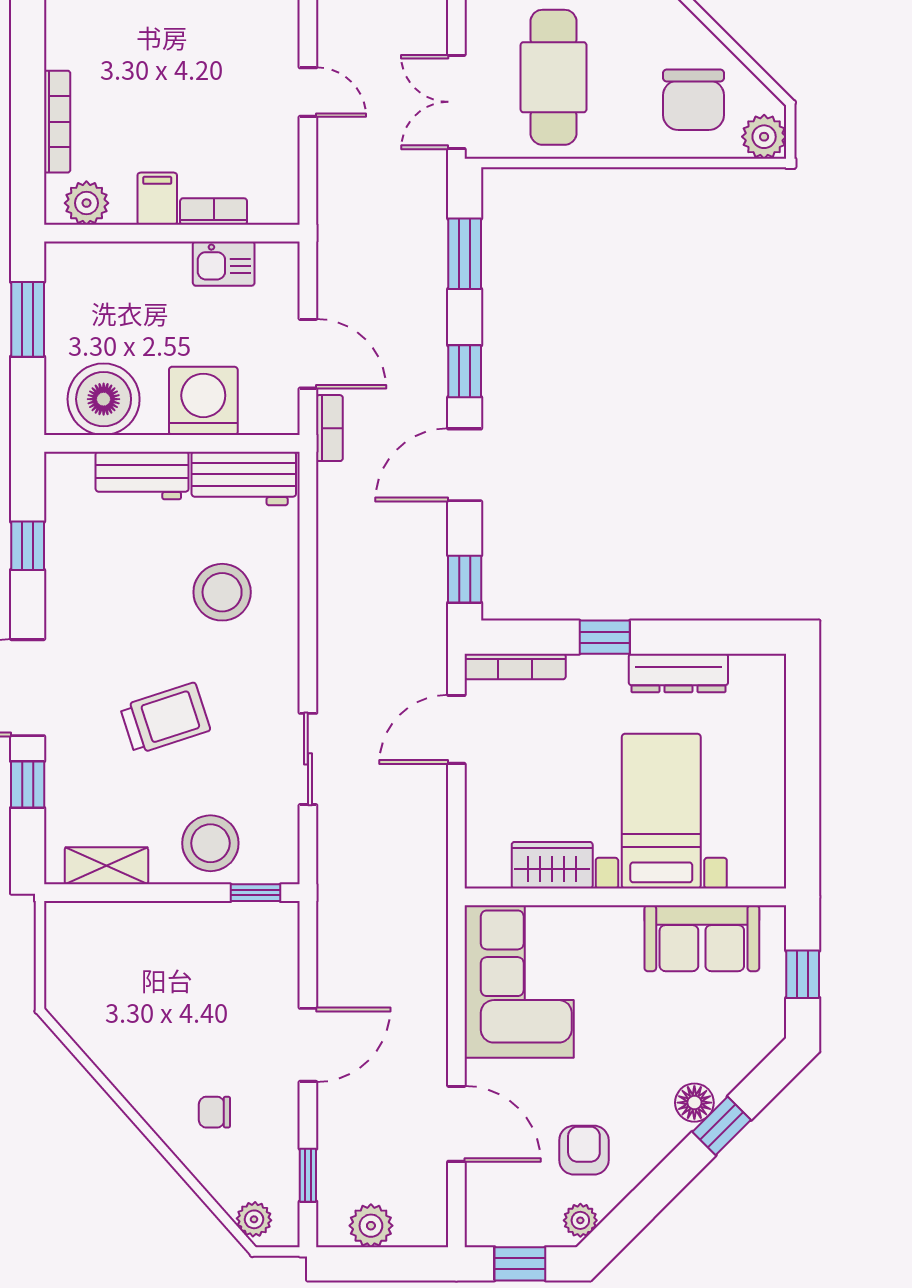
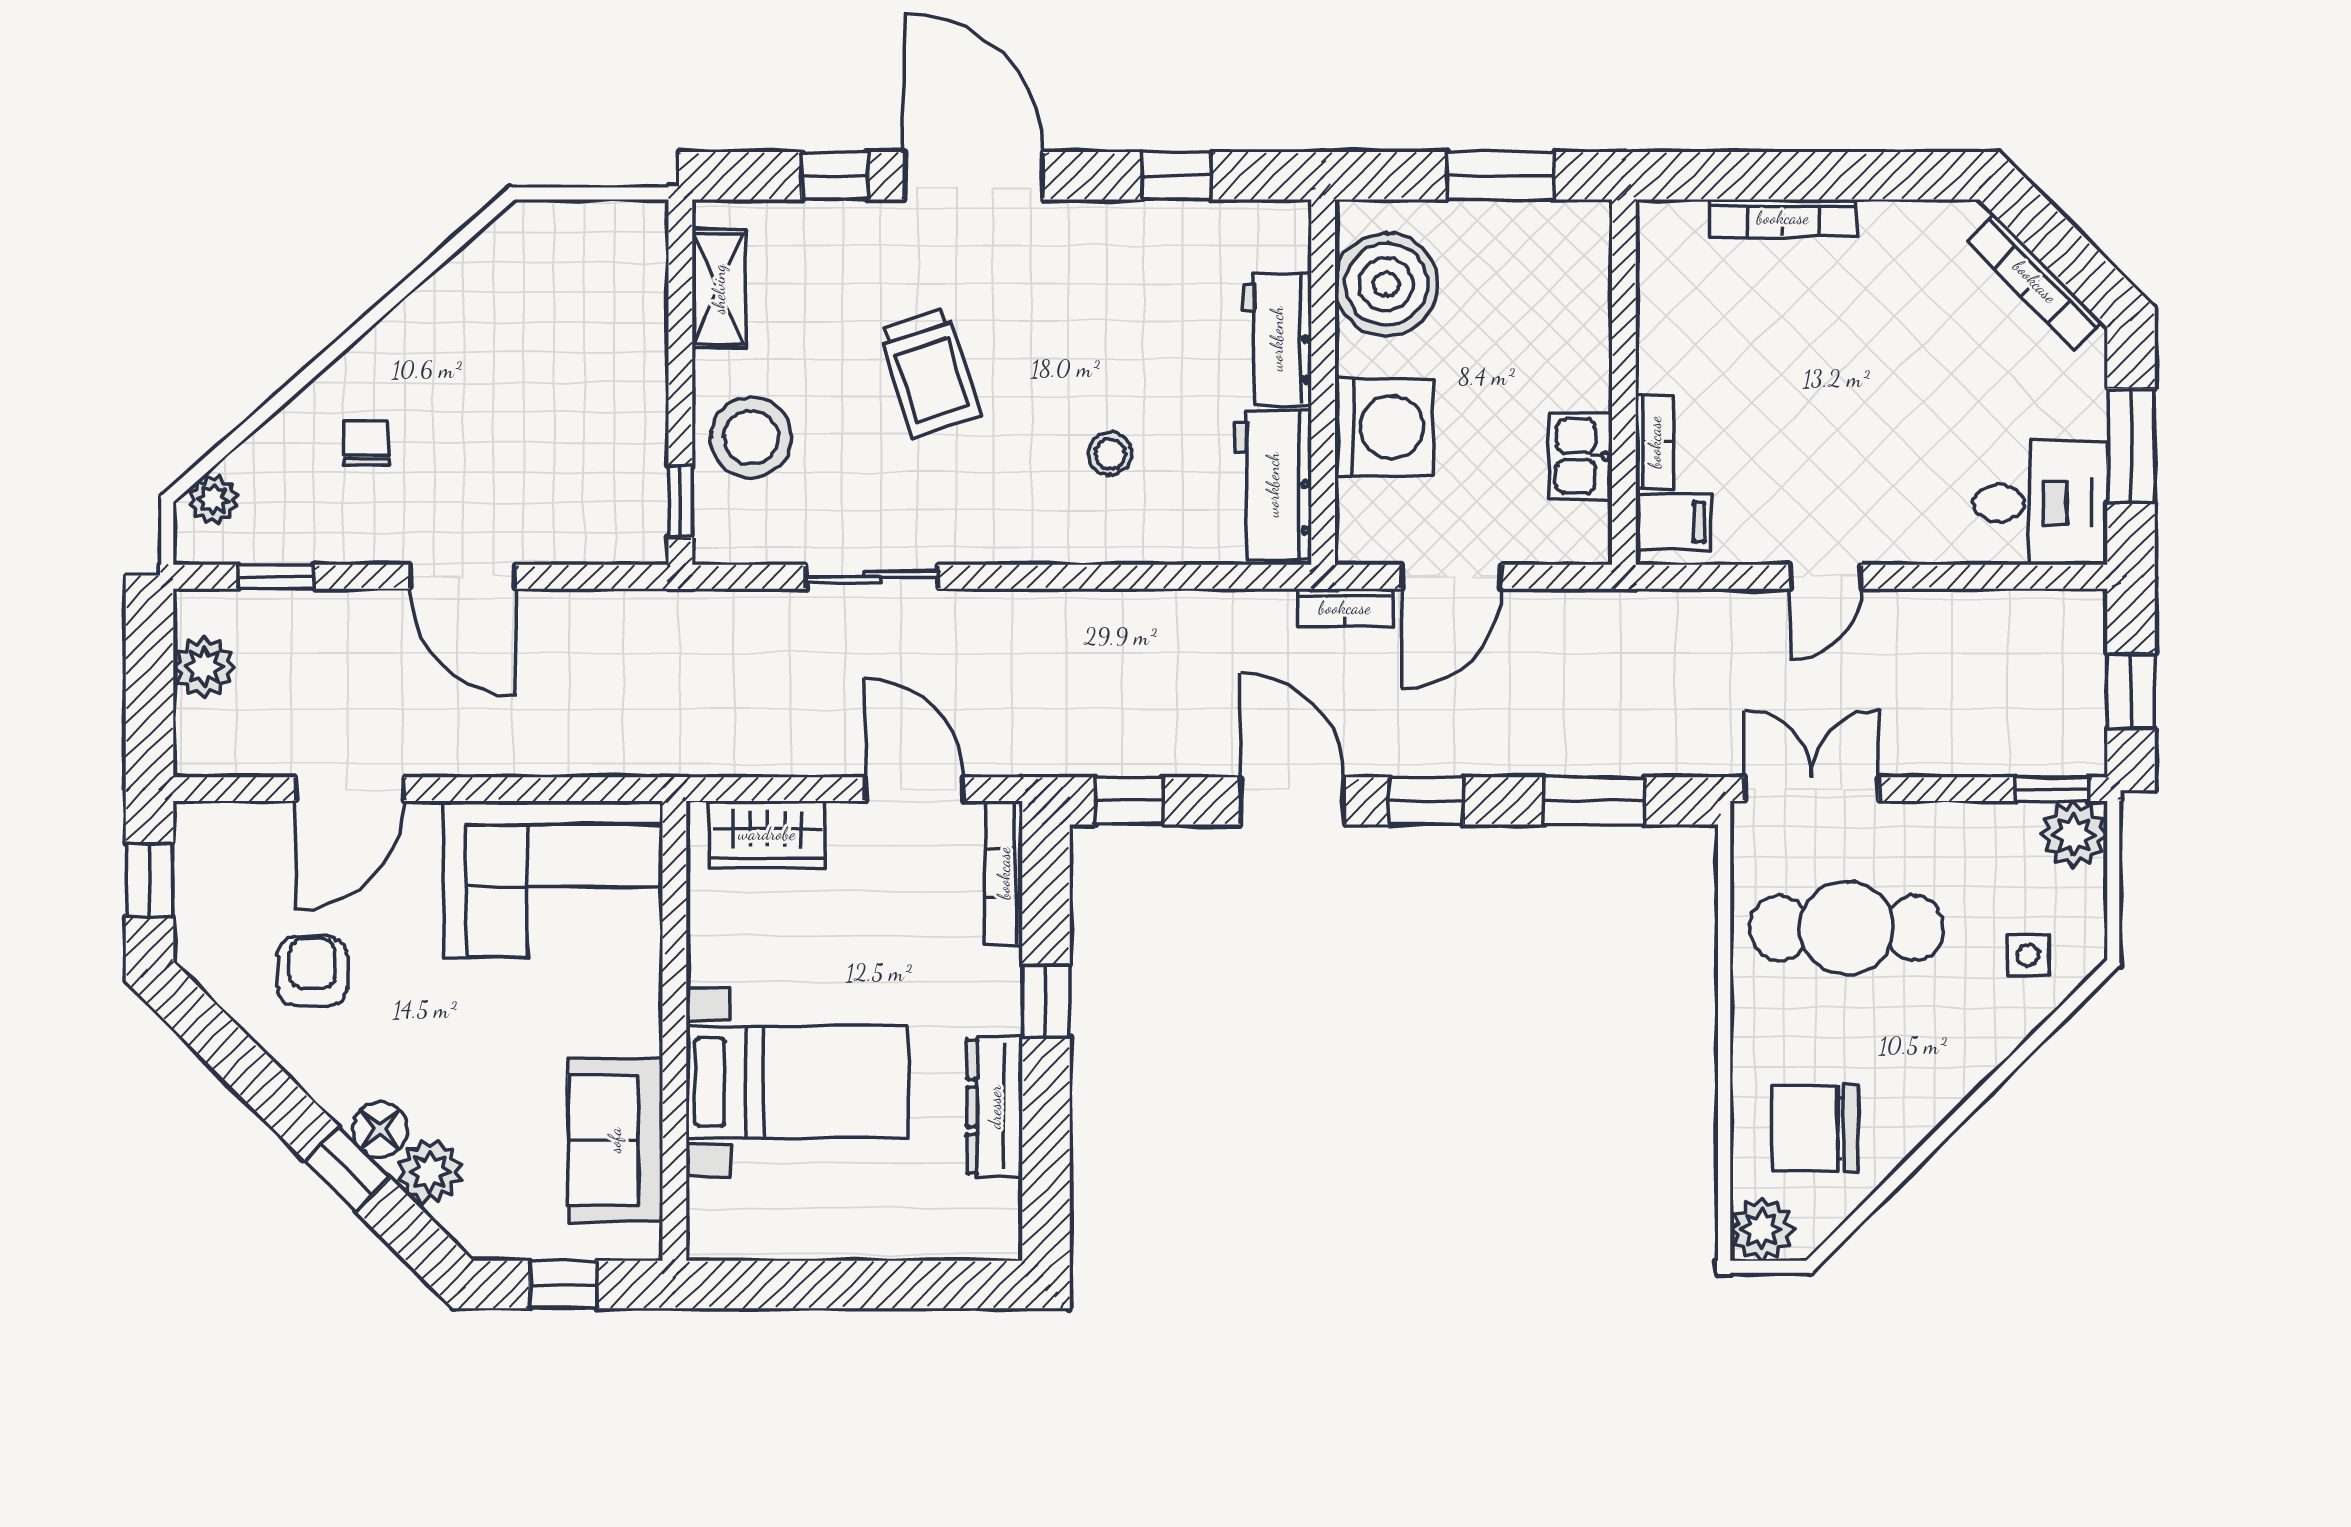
filing cabinet: (157, 199) -> (1673, 522), moved
plant: (86, 203) -> (1667, 260), removed
stool: (222, 592) -> (1110, 454), width x0.53, depth x0.53
wardrobe: (552, 865) -> (767, 834), moved, turned 90
armchair: (584, 1150) -> (312, 972), turned -90
plant: (580, 1220) -> (430, 1172), moved, width x1.38, depth x1.38

